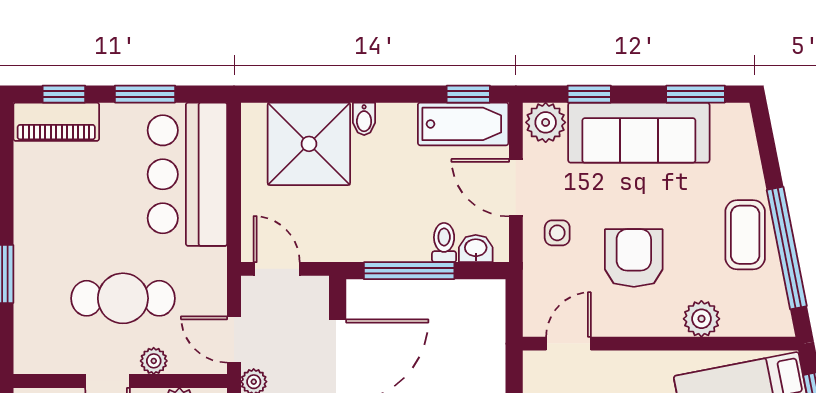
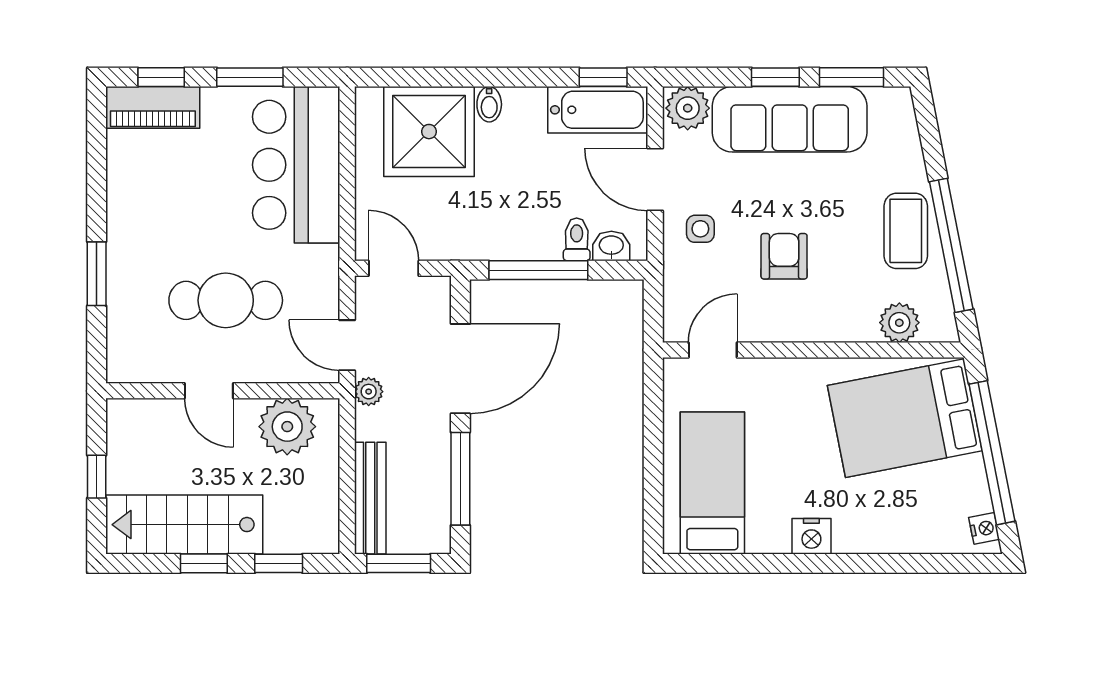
window: (589, 94) -> (775, 77), moved
armchair: (634, 258) -> (784, 256), width x0.72, depth x0.72
plant: (701, 319) -> (899, 323), moved
plant: (154, 361) -> (259, 369), removed

